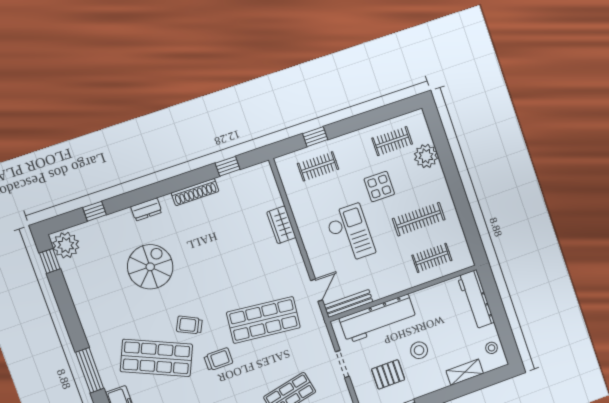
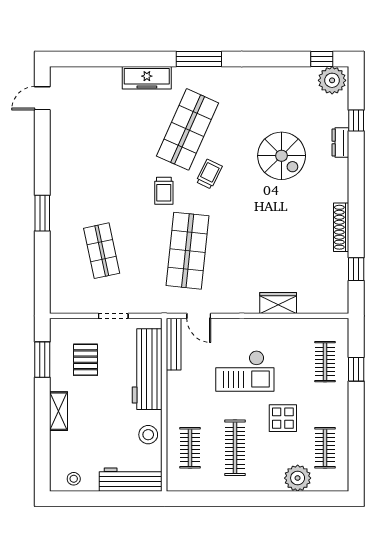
dresser: (146, 209) -> (340, 143), moved
stool: (419, 350) -> (148, 435), moved
shelving: (465, 372) -> (59, 411), moved

